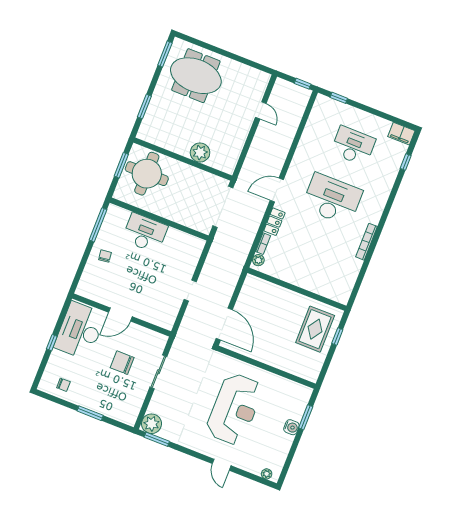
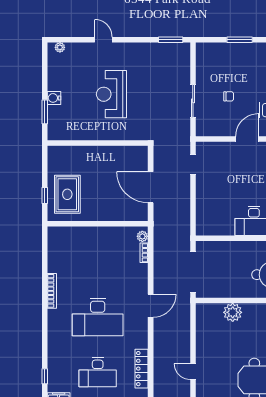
locker: (274, 222) -> (142, 369), moved, width x1.53
doorway: (190, 291) -> (193, 164), moved
door: (224, 324) -> (151, 187), moved
chair: (122, 363) -> (229, 96), width x0.54, depth x0.54
reception desk: (235, 409) -> (111, 94), width x0.74, depth x0.77
plant: (152, 424) -> (181, 52), removed

